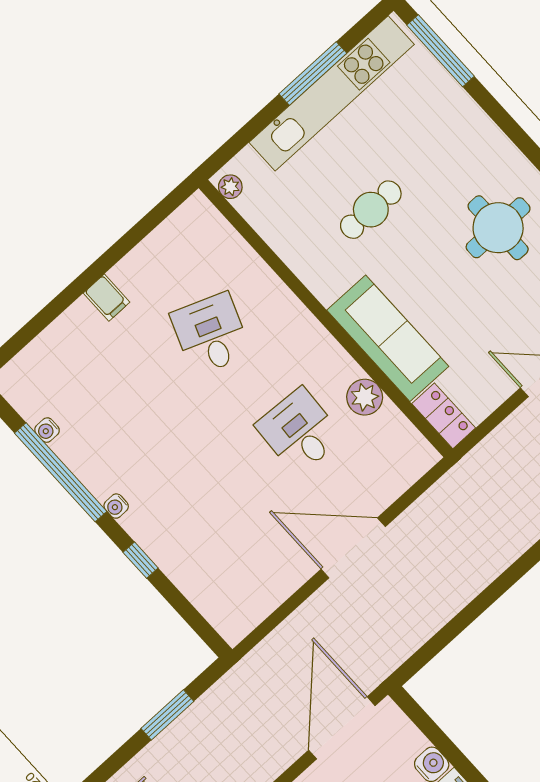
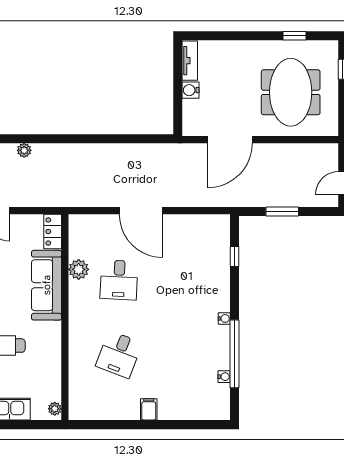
window: (141, 560) -> (235, 257), moved
door: (342, 728) -> (230, 140), moved

